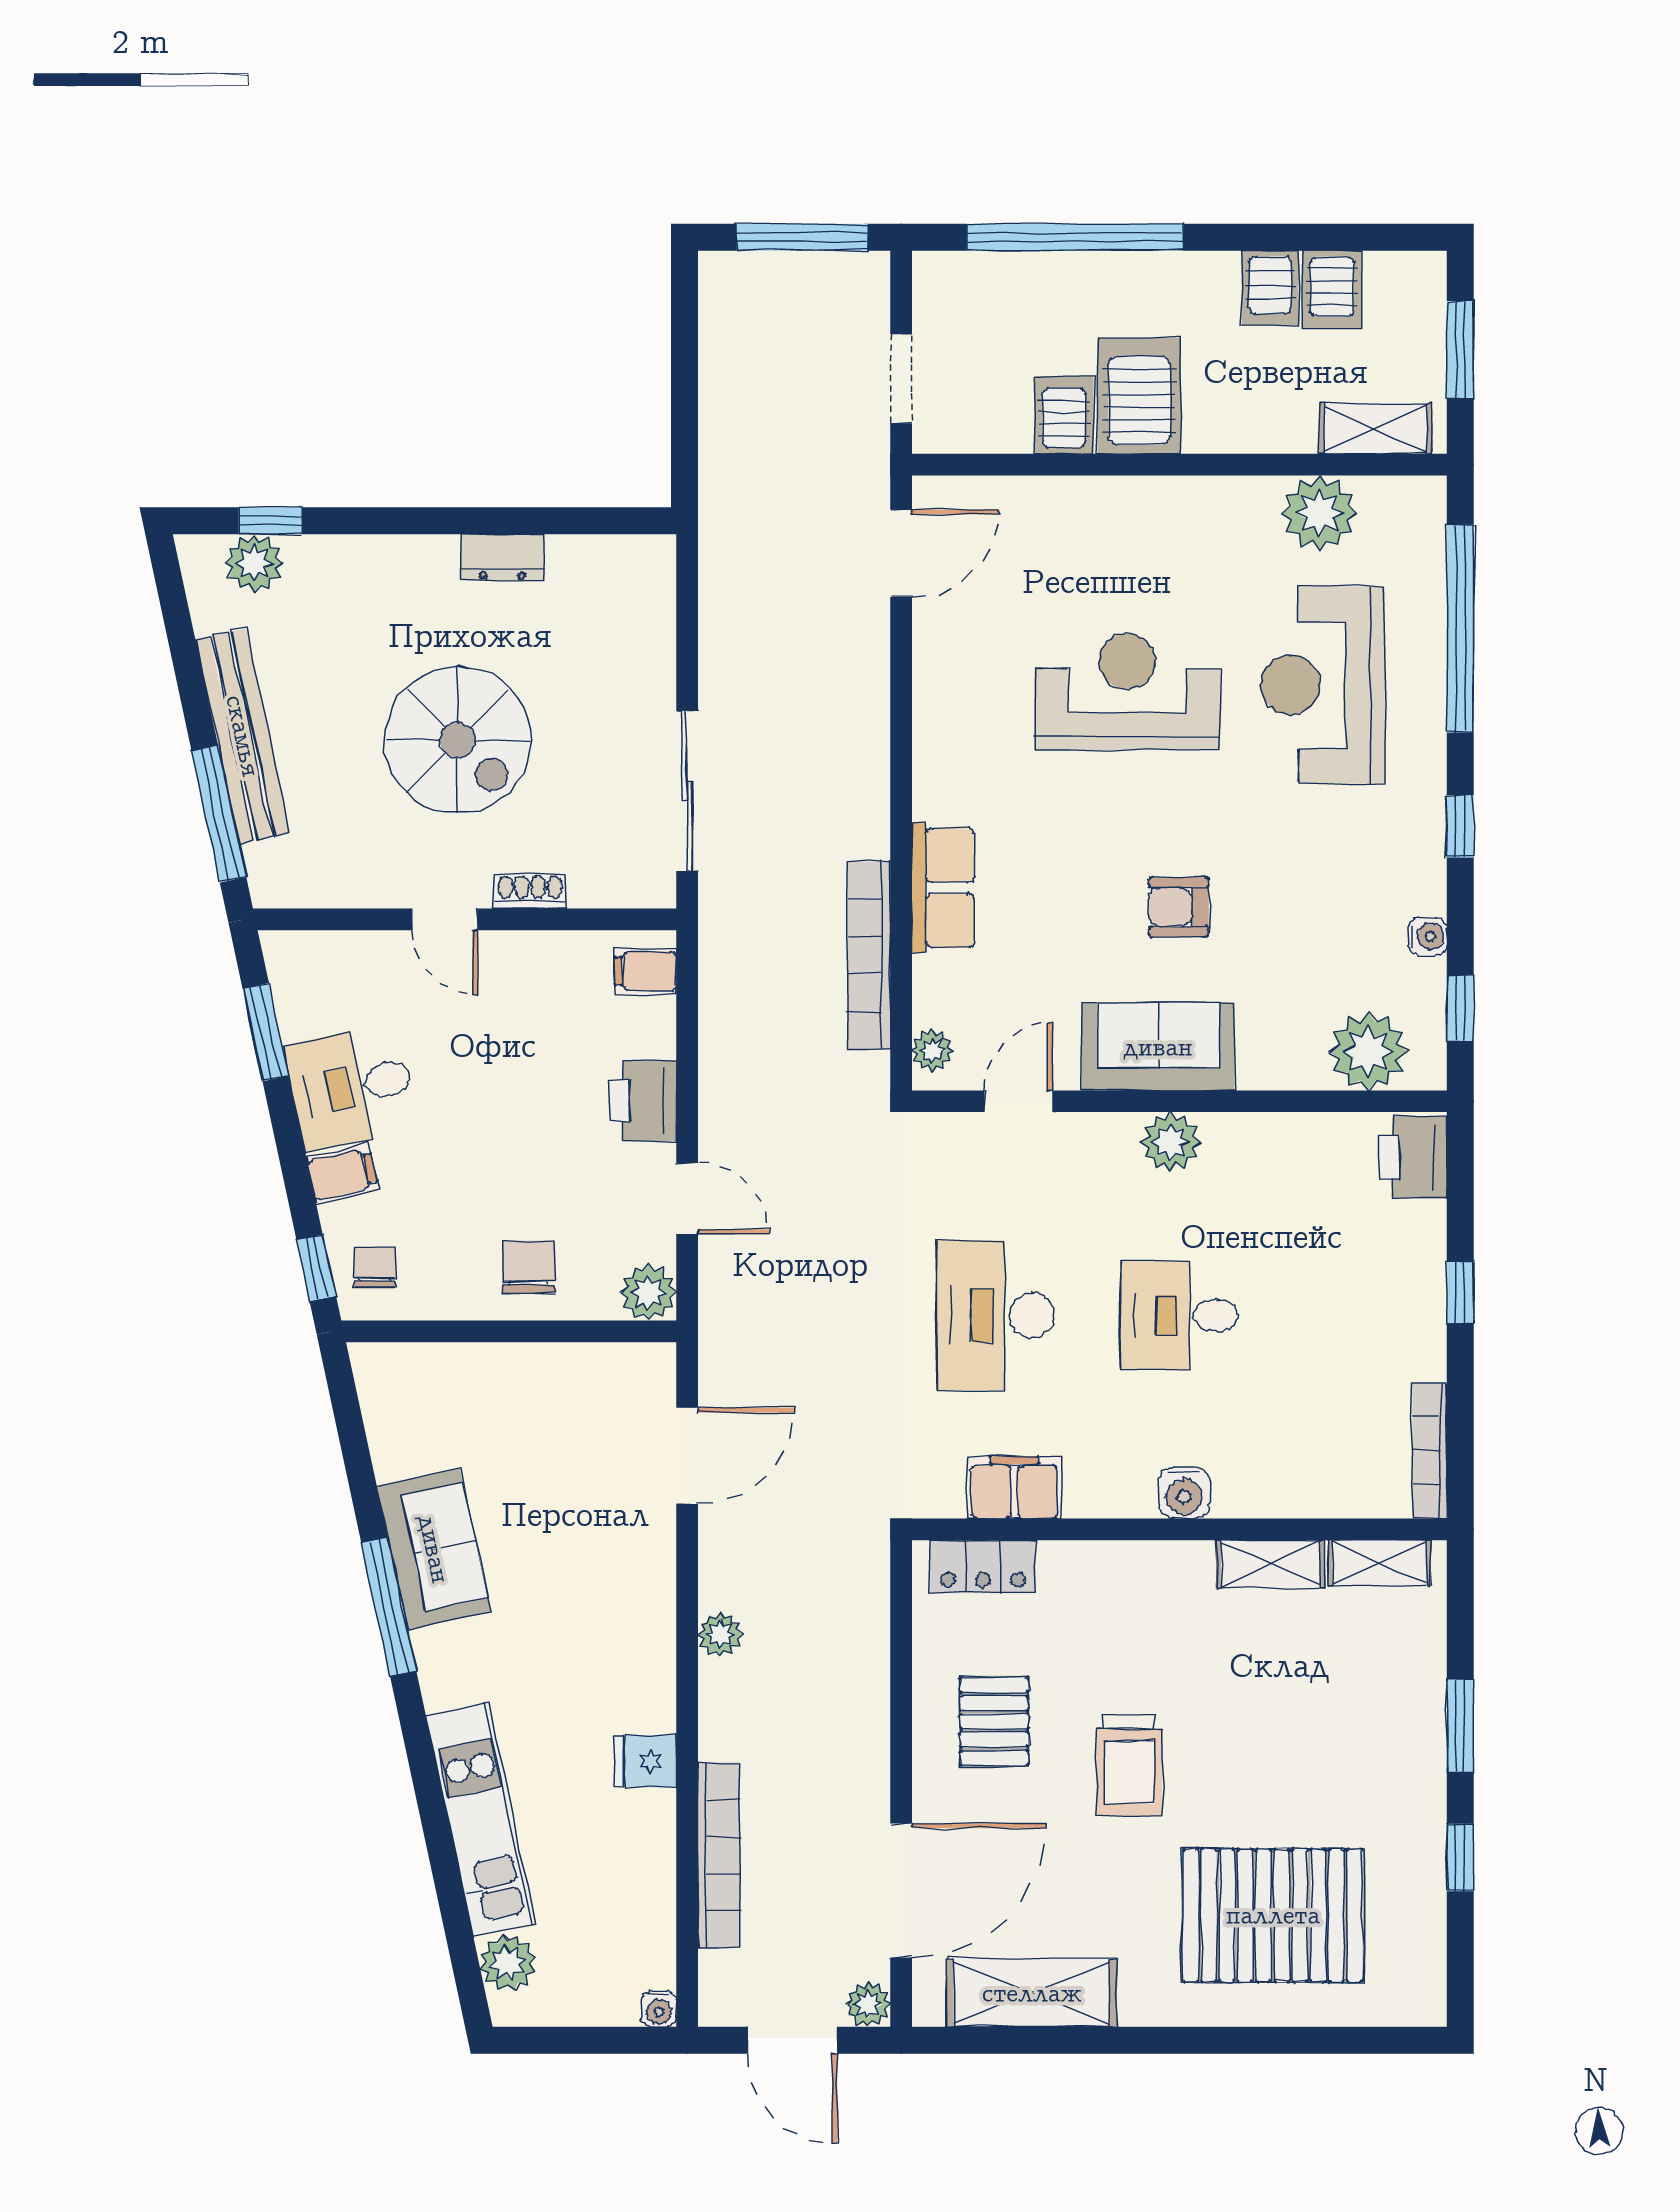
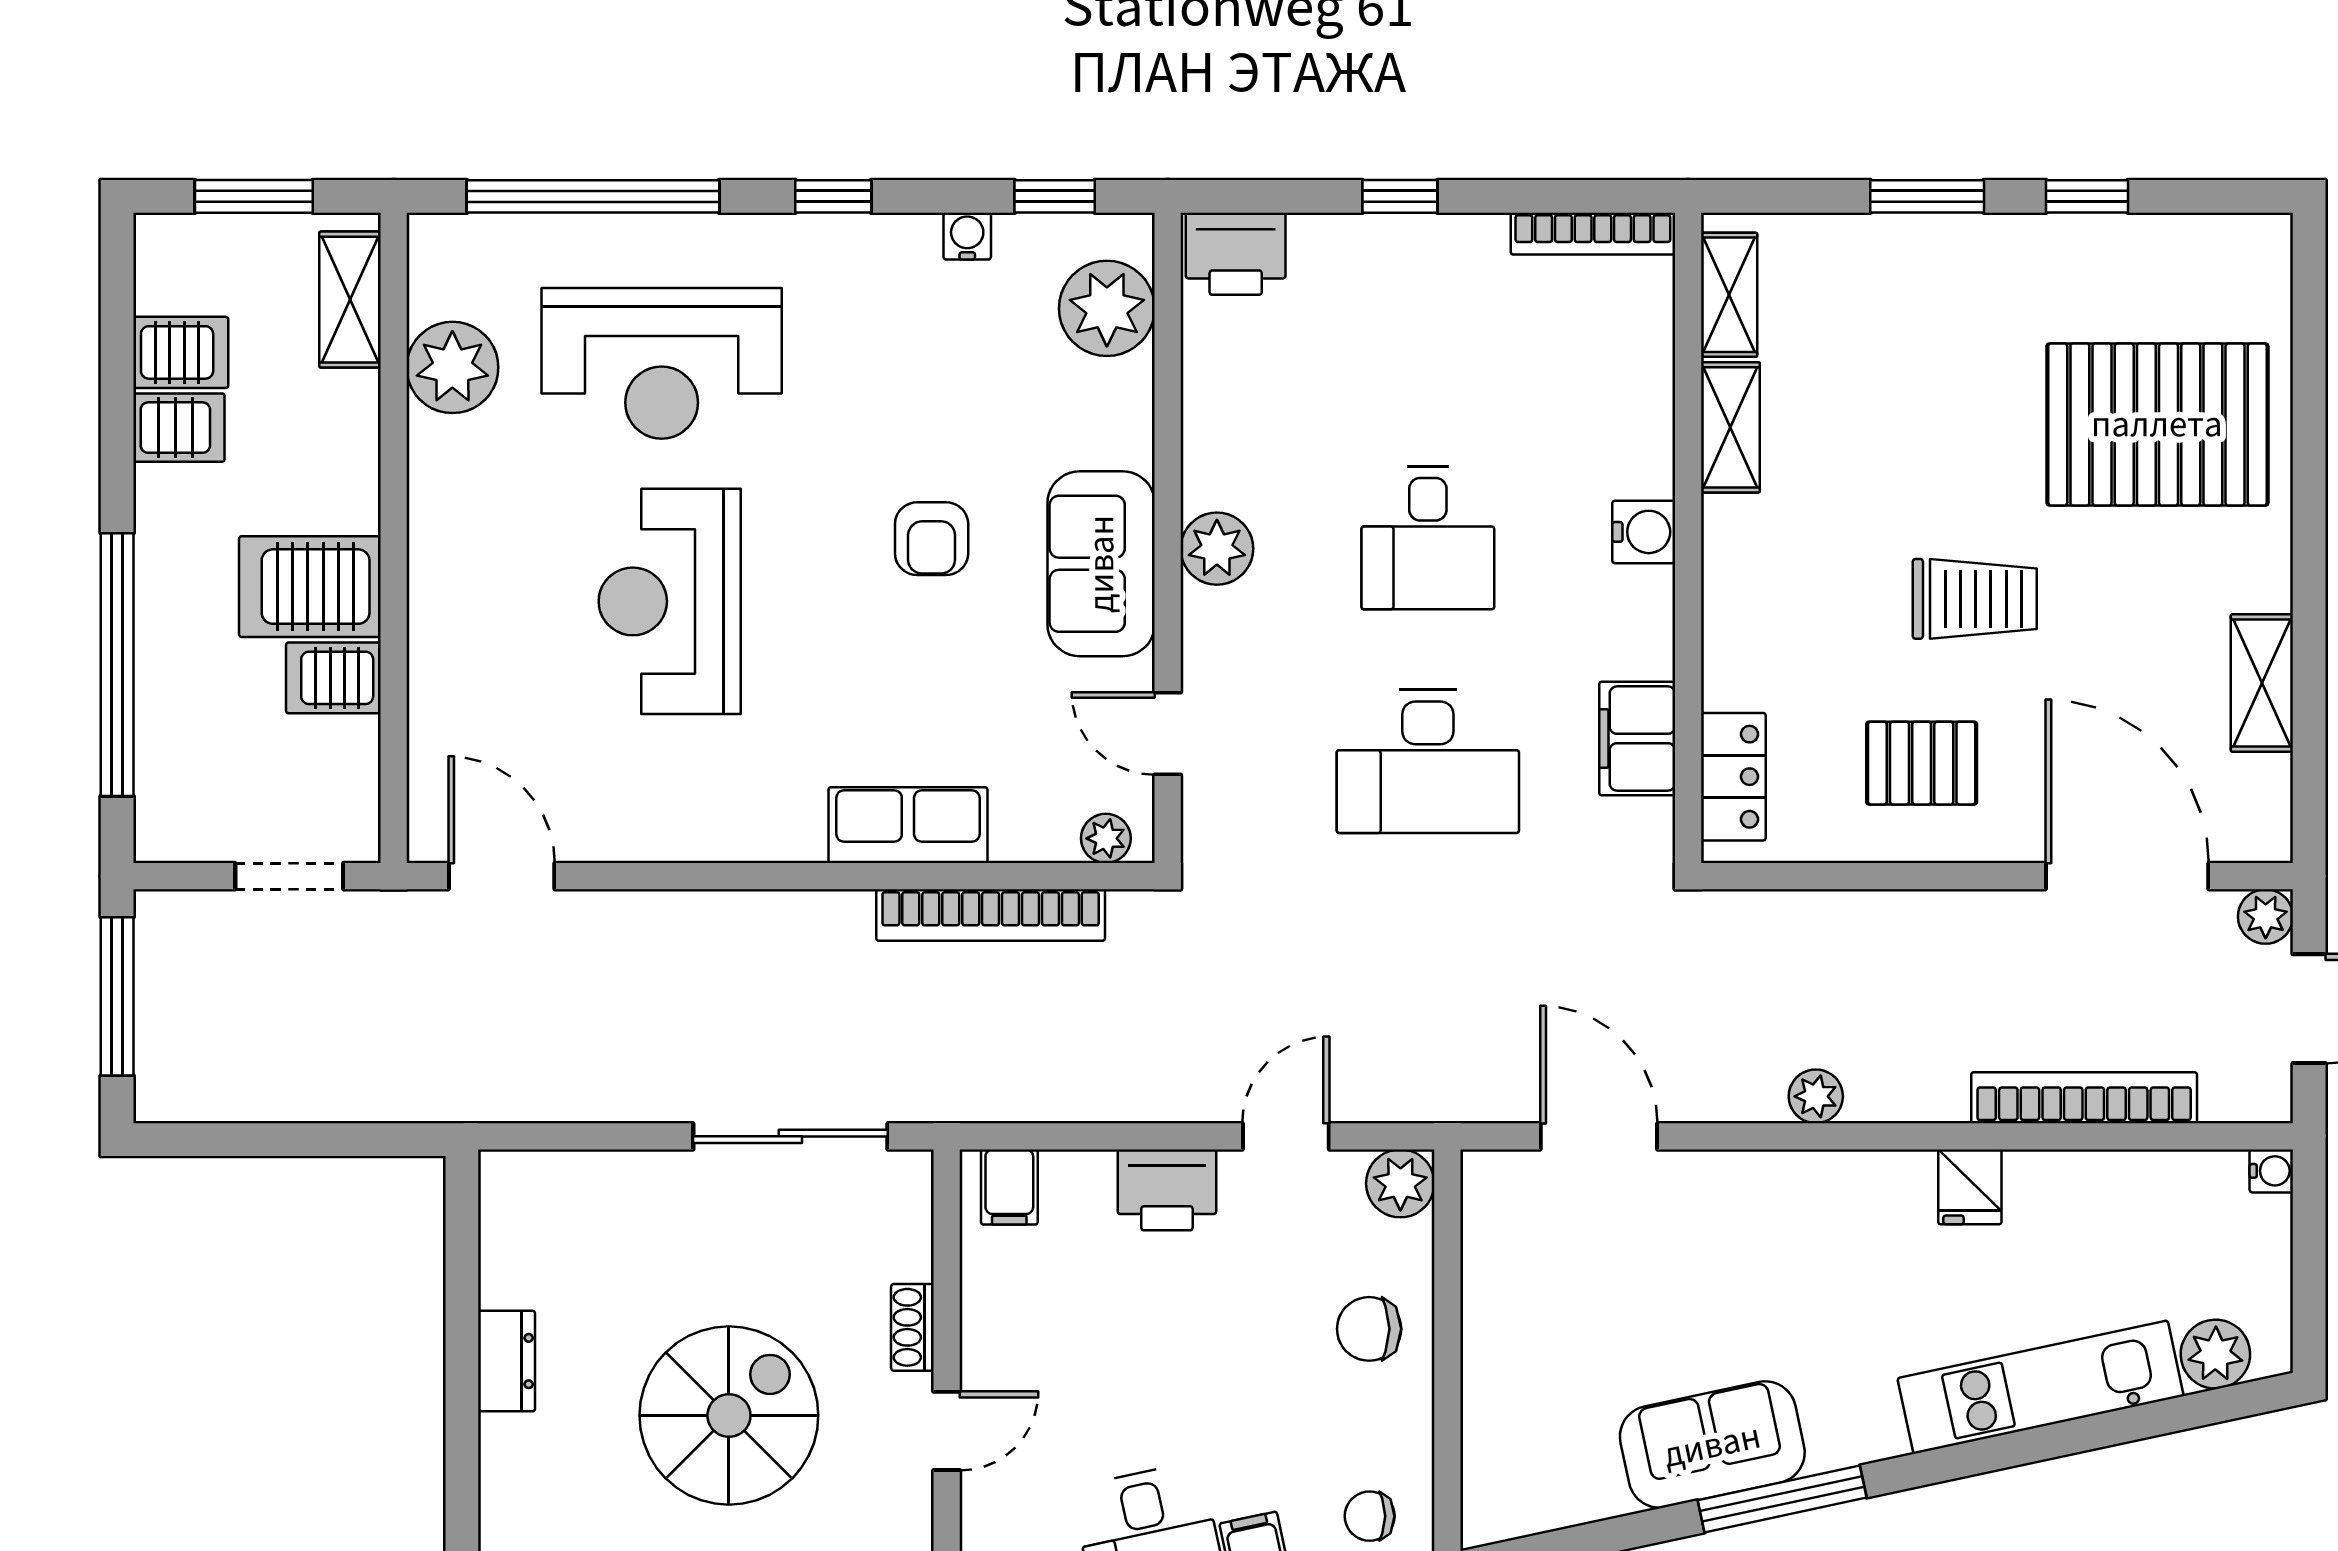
pallet: (1273, 1915) -> (2157, 424), turned 90
shelving: (1032, 1993) -> (2262, 683), width x0.67, depth x0.75

